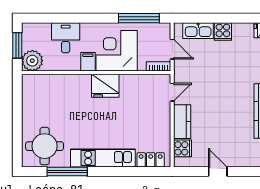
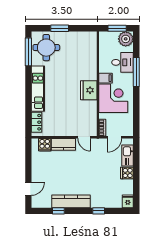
window: (139, 18) -> (136, 72), moved
plant: (32, 61) -> (126, 39), moved
window: (17, 127) -> (60, 28), added
window: (67, 171) -> (28, 52), moved
door: (218, 171) -> (28, 189), moved

